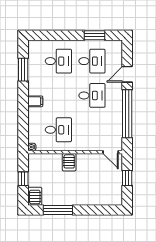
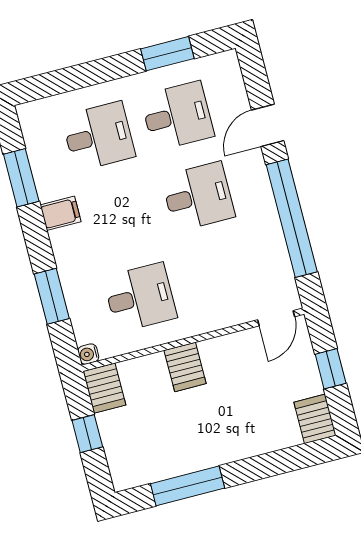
filing cabinet: (35, 101) -> (61, 213), moved
window: (23, 120) -> (52, 296), added
door: (111, 152) -> (276, 318), hinge flipped
server rack: (35, 196) -> (104, 388), moved, turned 180
server rack: (116, 196) -> (315, 419), added

